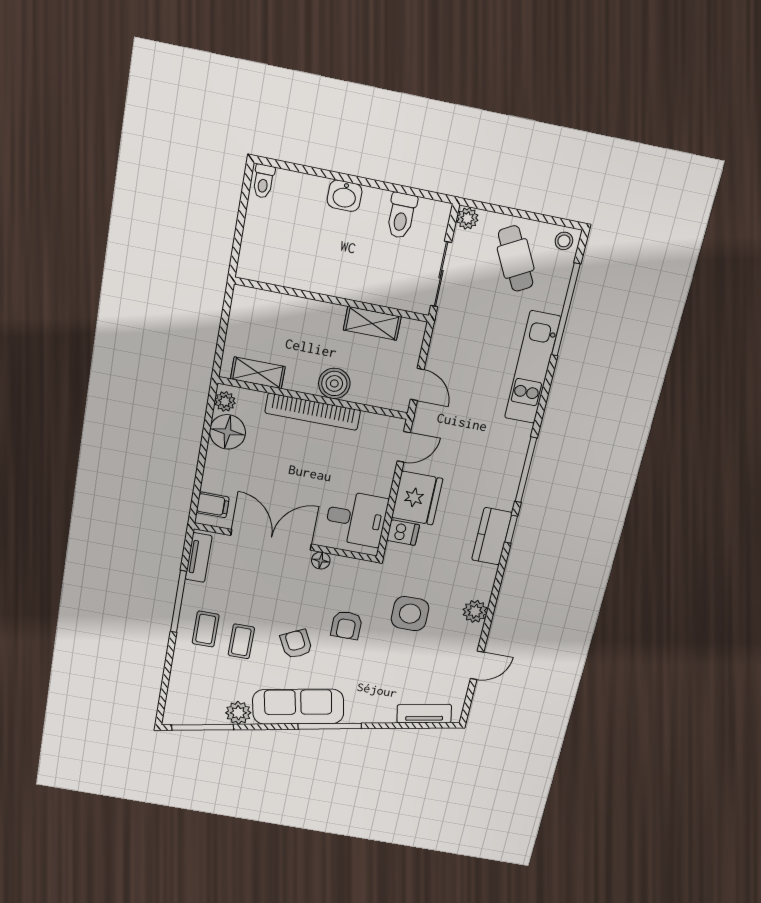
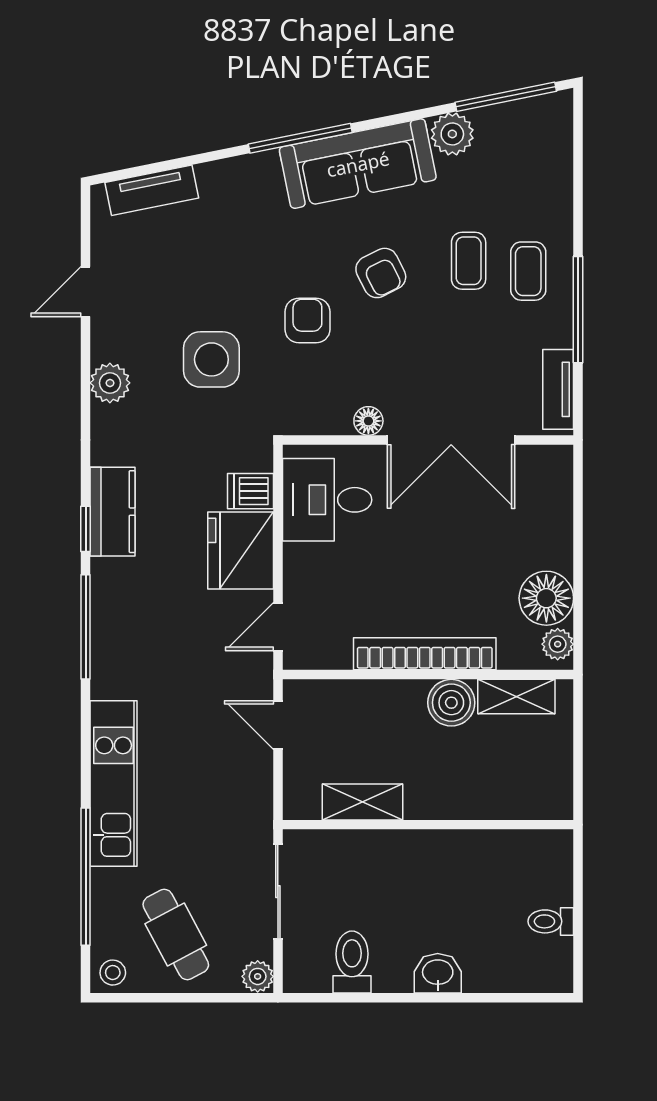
toilet: (263, 181) -> (551, 921), moved, turned -90
boiler: (334, 383) -> (451, 703), moved
filing cabinet: (213, 505) -> (550, 479), removed

